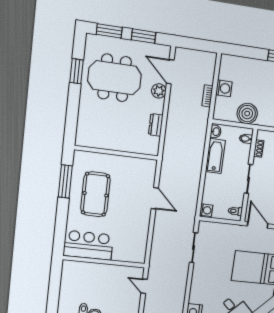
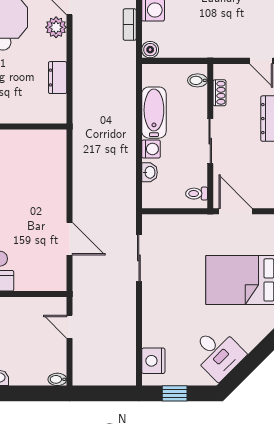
boiler: (247, 114) -> (150, 50), moved, width x0.54, depth x0.54
washbasin: (216, 132) -> (150, 172), moved
door: (155, 198) -> (70, 239), moved
washing machine: (206, 210) -> (151, 149), moved

